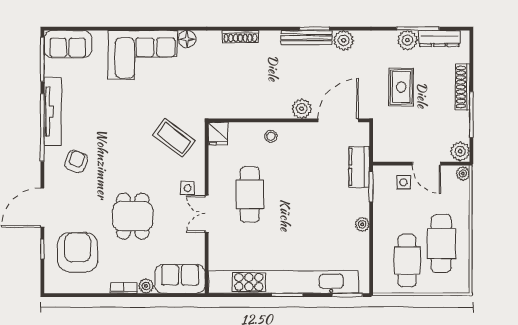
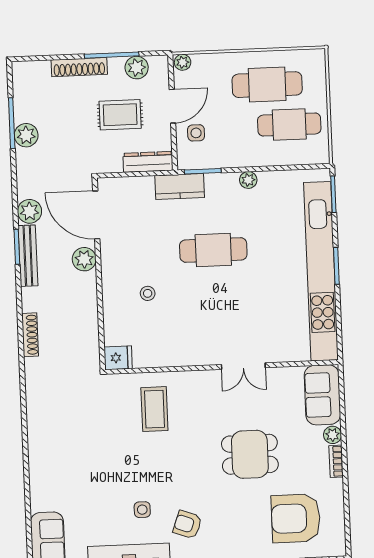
dresser: (439, 38) -> (148, 162), moved, turned -90
floor lamp: (187, 39) -> (36, 398), removed
corner sofa: (143, 55) -> (57, 451), removed
rug: (401, 87) -> (120, 115), moved
plant: (302, 109) -> (84, 259), moved
wall: (289, 120) -> (99, 274), moved
door: (338, 120) -> (96, 215), moved
fridge: (218, 133) -> (118, 358), moved
coffee table: (174, 138) -> (154, 409), turned -37
plant: (460, 151) -> (137, 68), moved
side table: (188, 188) -> (142, 510), moved
cafe table: (250, 194) -> (213, 250), moved

